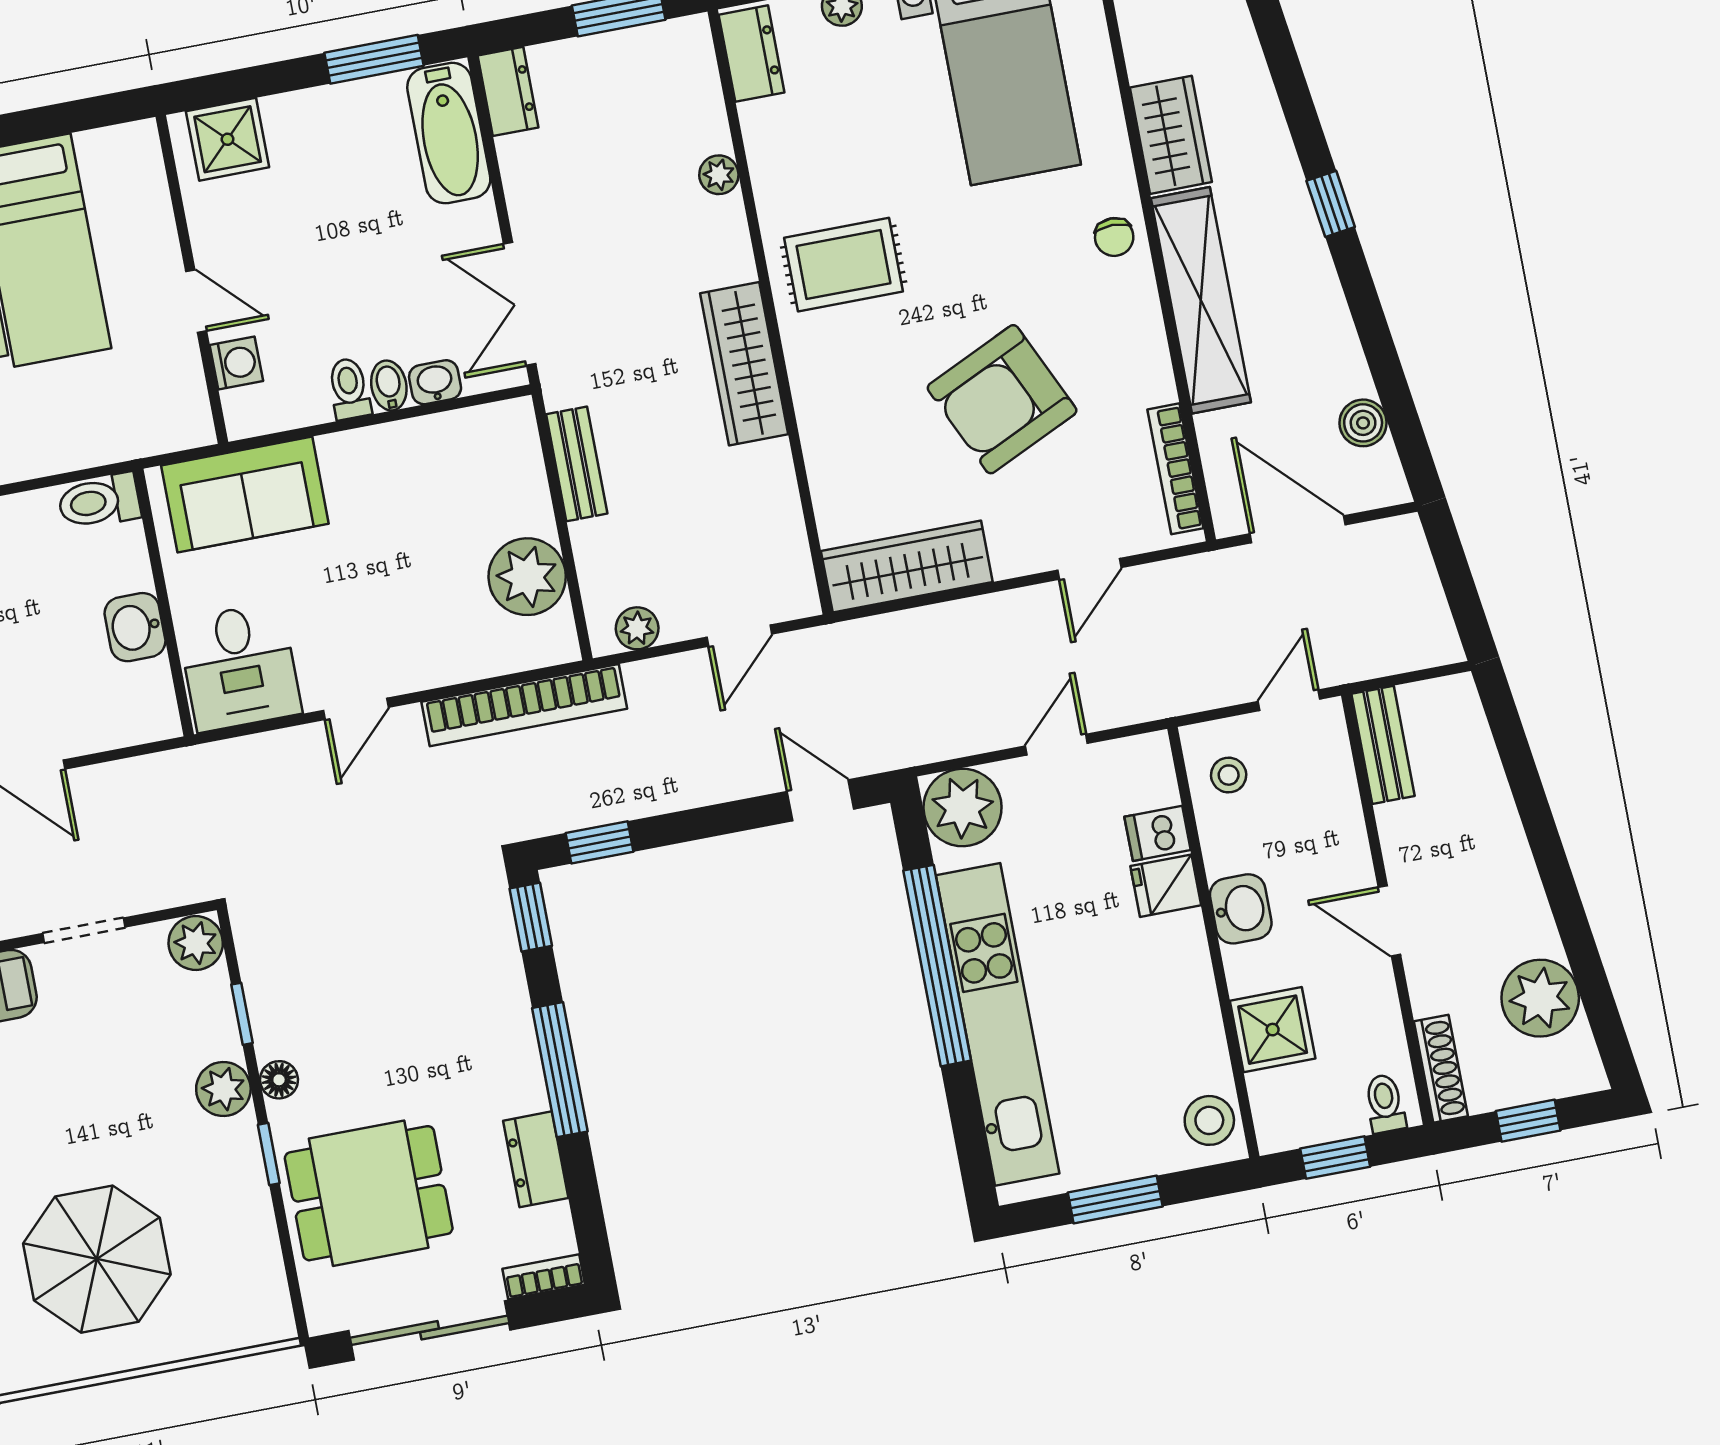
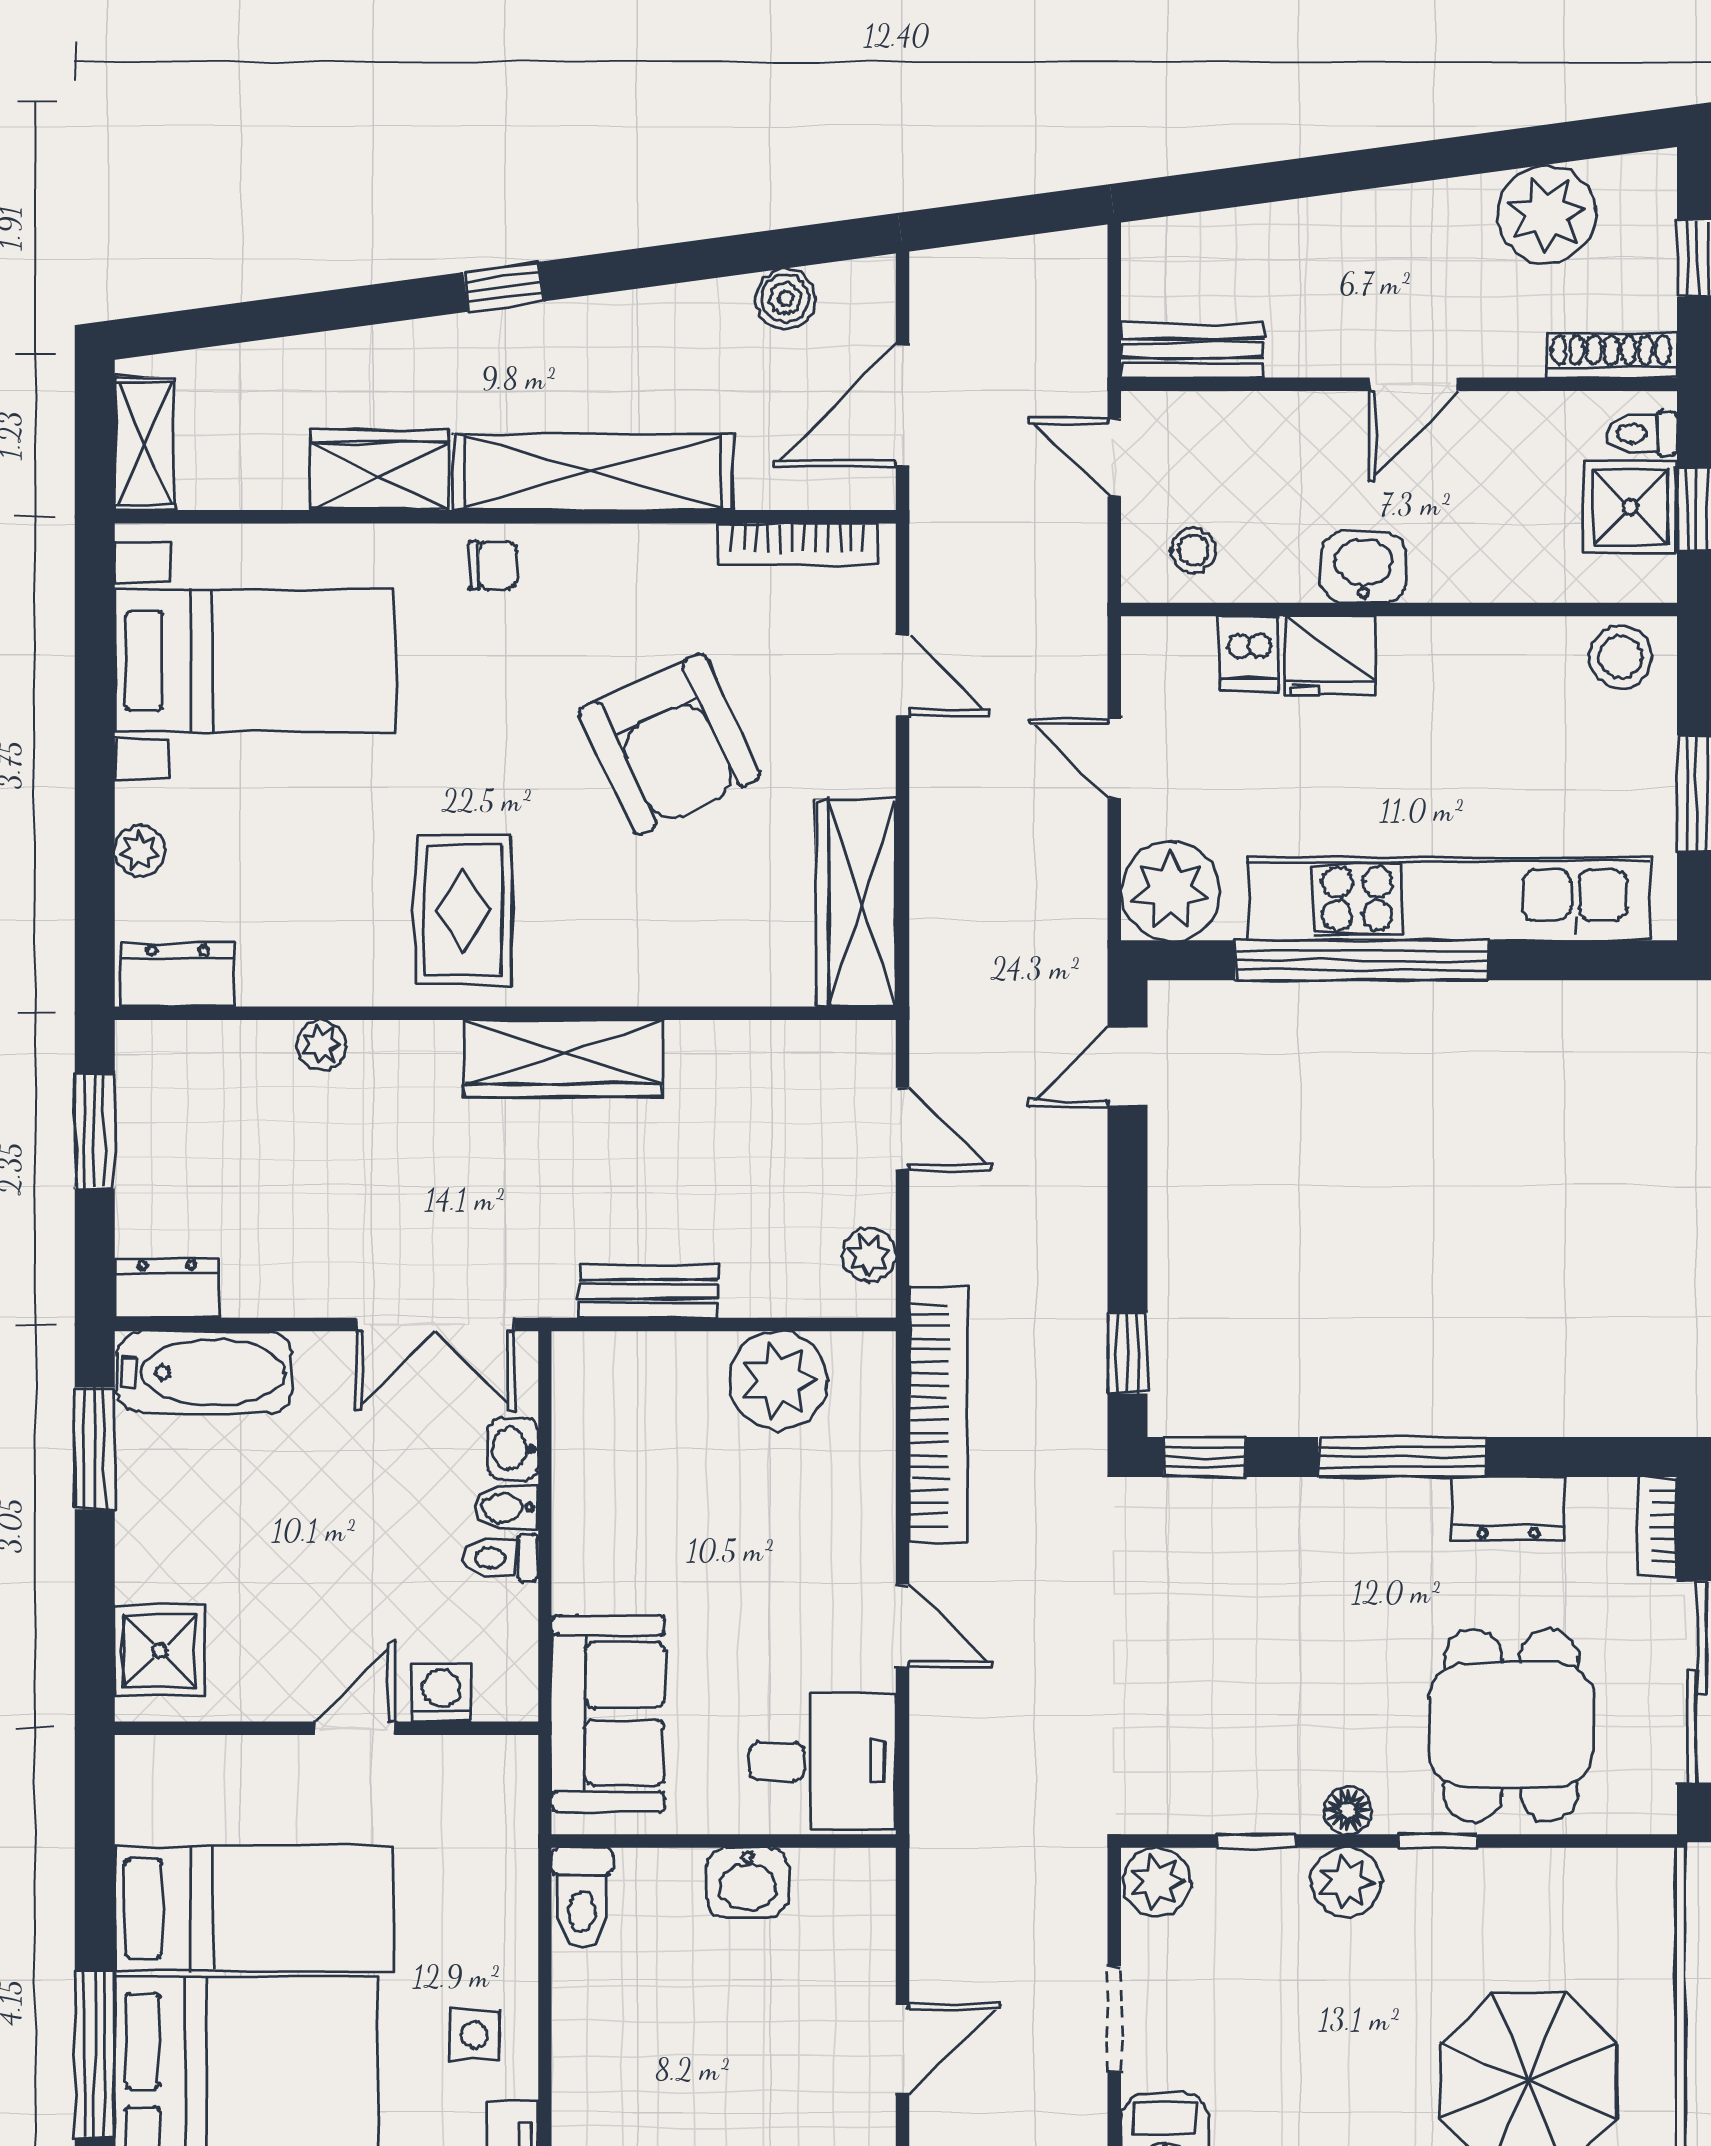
fridge: (1166, 886) -> (1329, 656), width x1.38
shower: (1273, 1030) -> (1631, 507), moved

